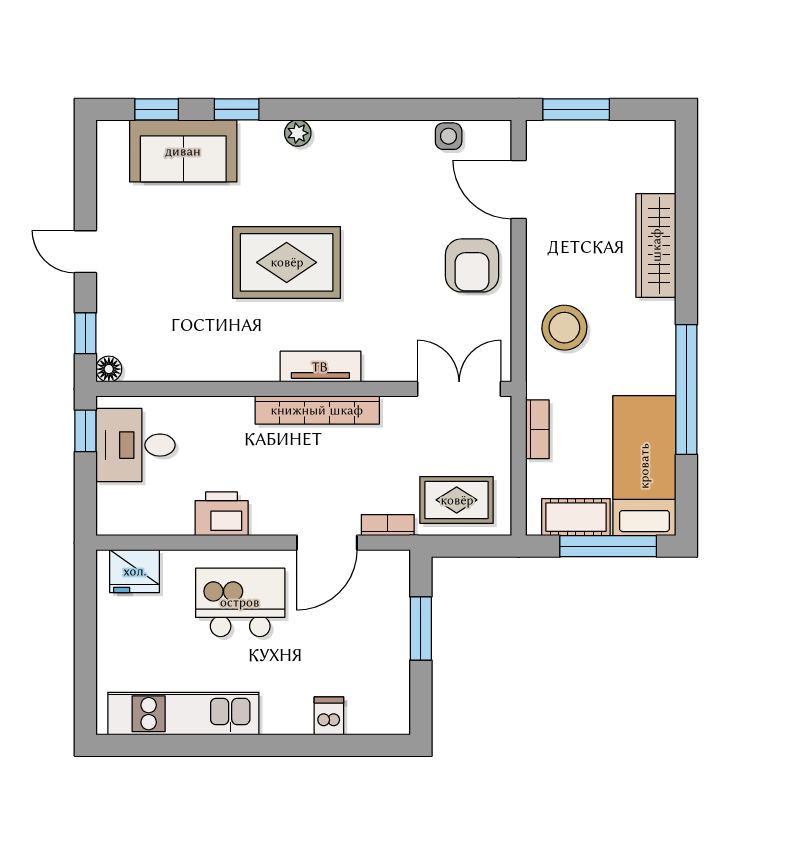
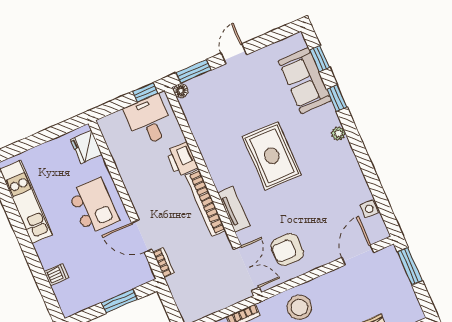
armchair: (472, 265) -> (287, 249), moved
window: (85, 333) -> (193, 71), width x1.50
tv unit: (320, 367) -> (234, 209), moved
rug: (457, 500) -> (191, 291), removed
printer: (222, 514) -> (182, 159), moved, turned 180

